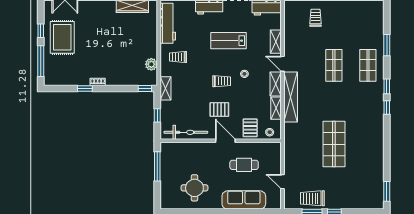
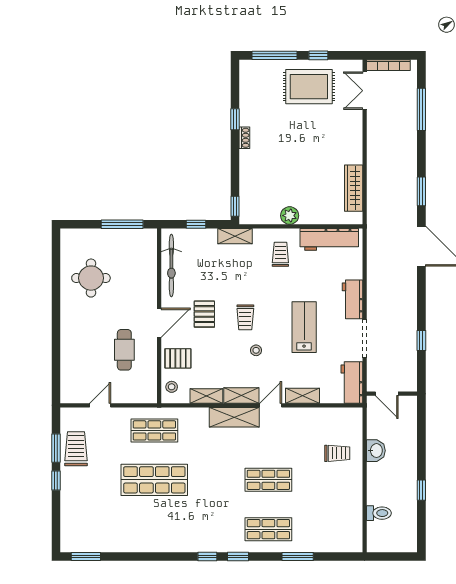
plant: (151, 64) -> (290, 216), moved
shelving: (291, 97) -> (234, 417), width x0.68
shop shelf: (300, 144) -> (154, 430), added
sofa: (244, 200) -> (74, 349), removed

